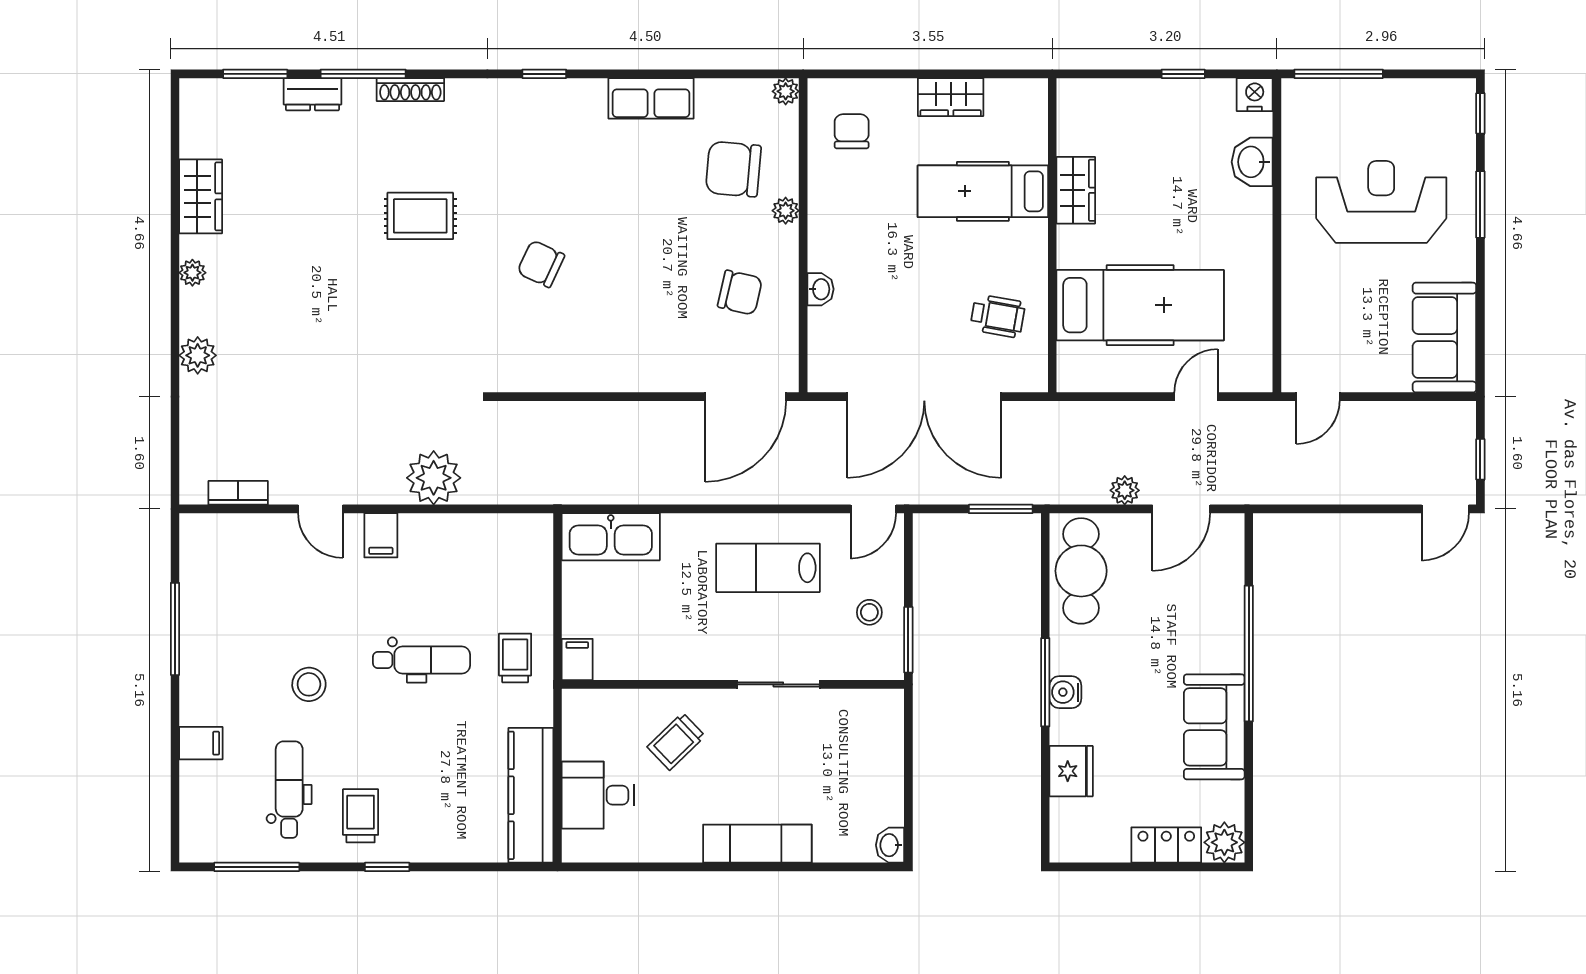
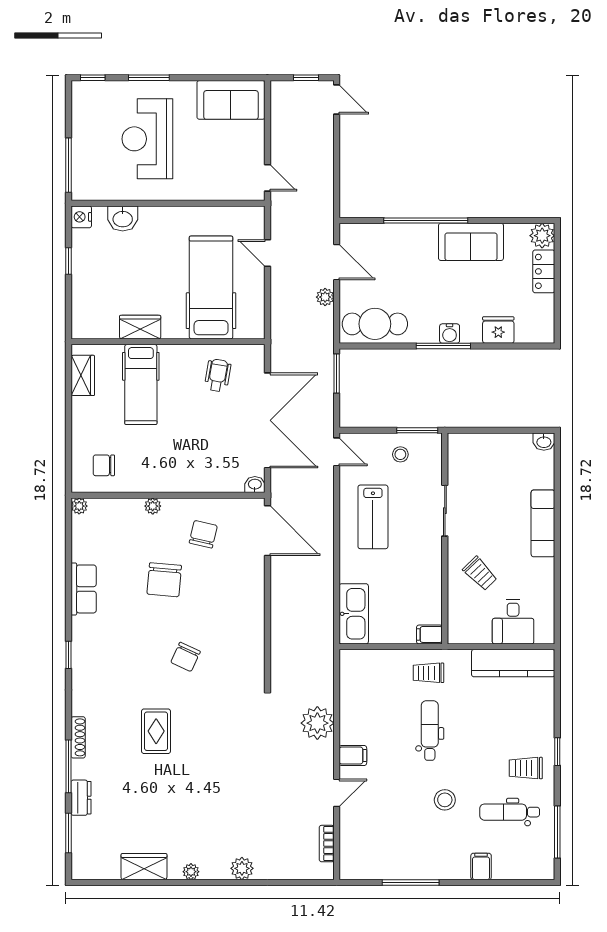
wardrobe: (951, 97) -> (83, 375), moved
chair: (733, 169) -> (164, 580), moved
washbasin: (820, 289) -> (255, 485), moved

